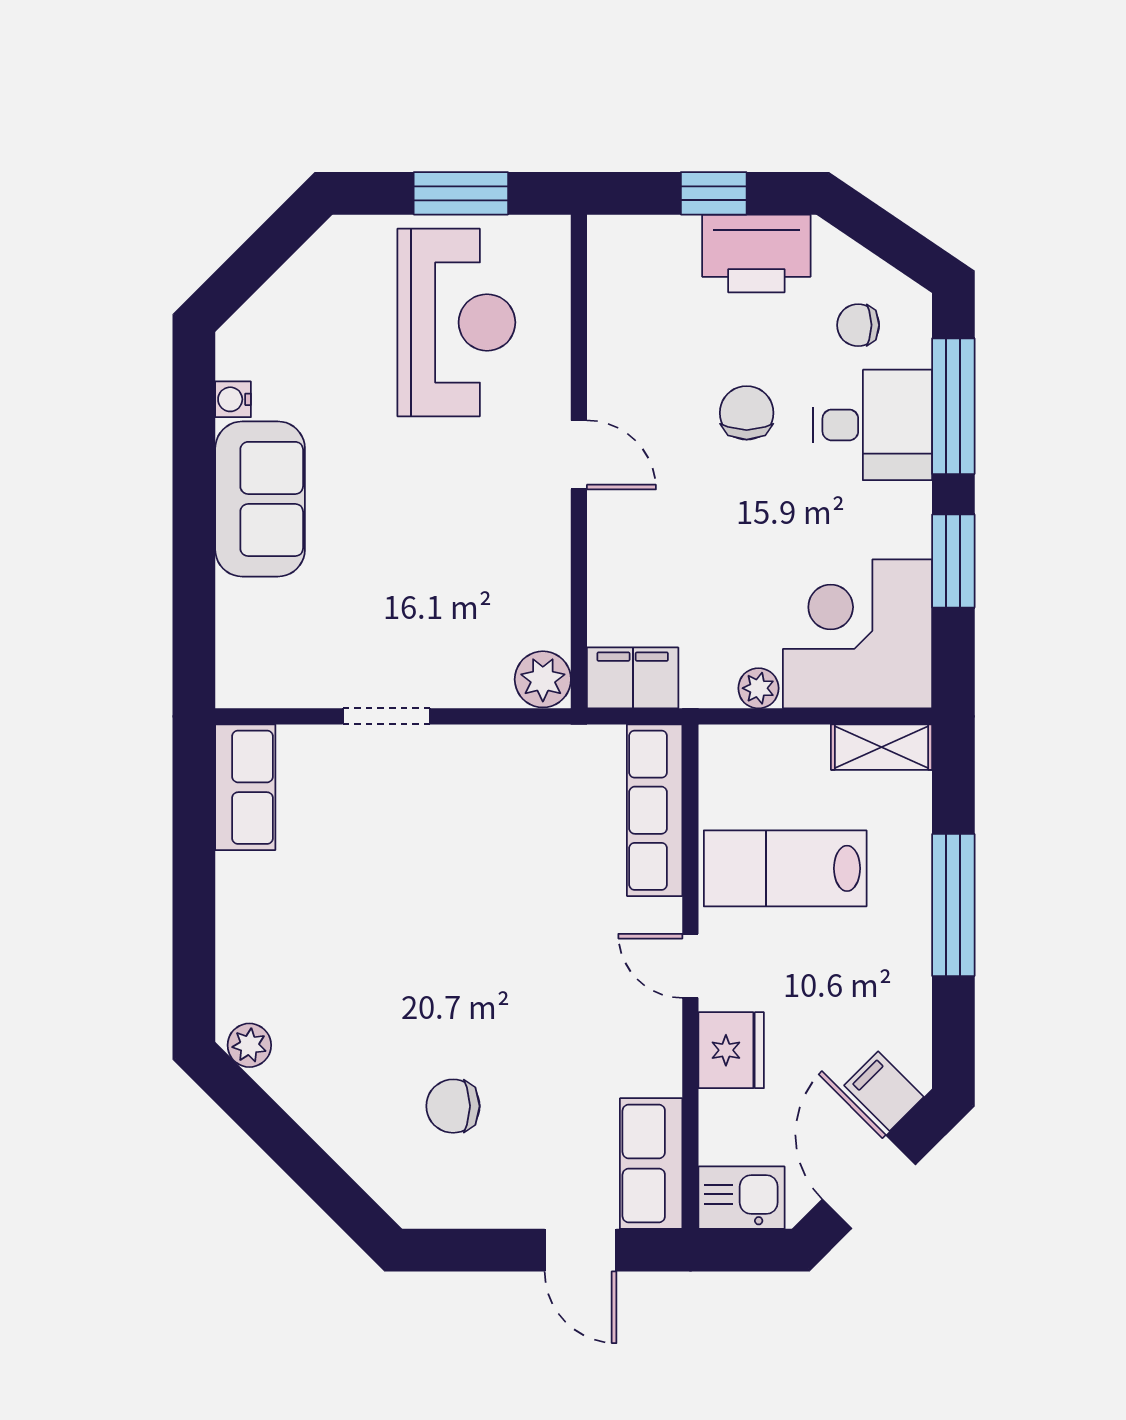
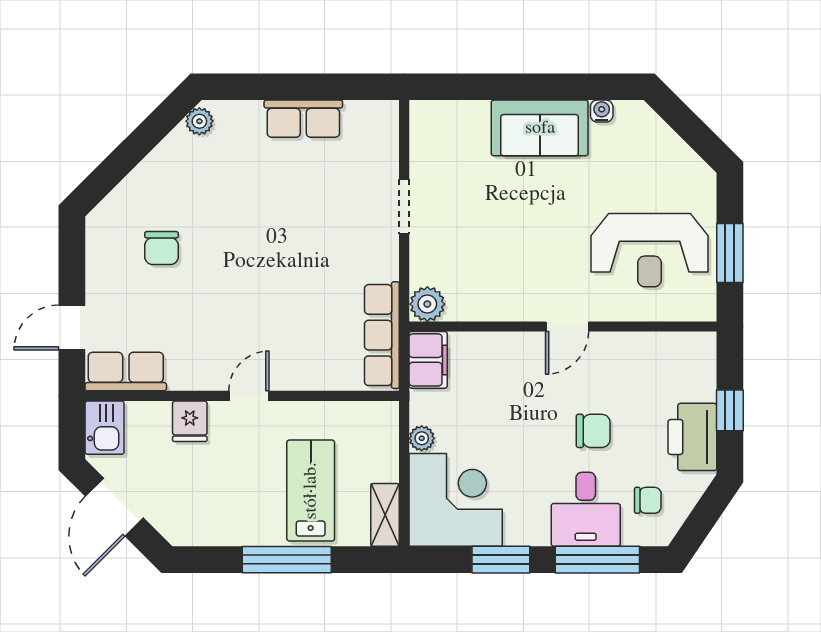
chair: (858, 325) -> (648, 500), turned 90
row of seats: (245, 787) -> (303, 119), moved
row of seats: (655, 810) -> (382, 335), moved, turned -90
lab bench: (785, 868) -> (311, 491), moved
fridge: (731, 1050) -> (190, 421), width x0.72
filing cabinet: (884, 1091) -> (171, 516), removed
chair: (453, 1106) -> (162, 248), turned 180
door: (869, 1182) -> (114, 507), swing flipped

